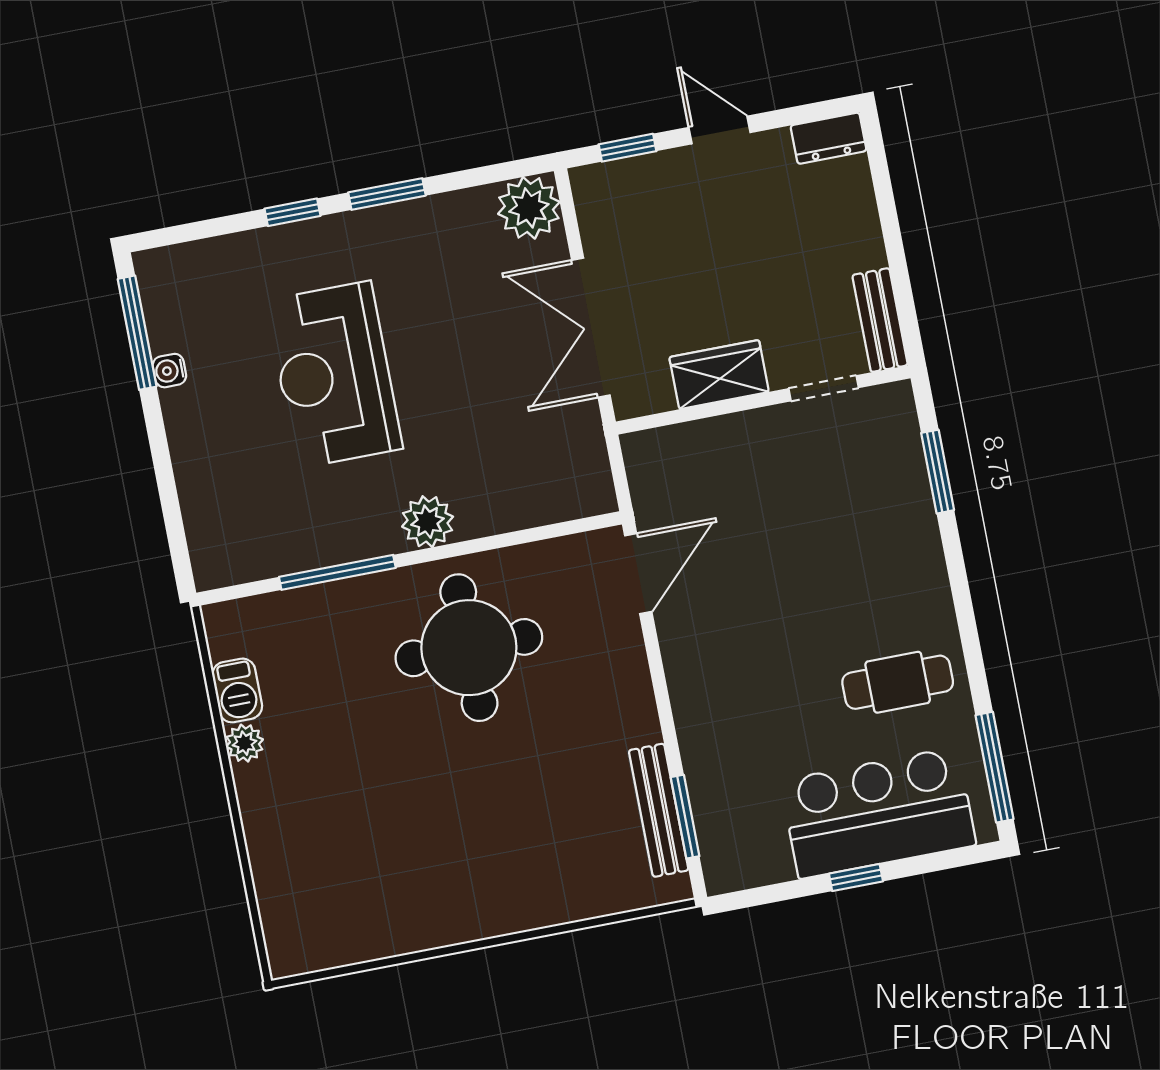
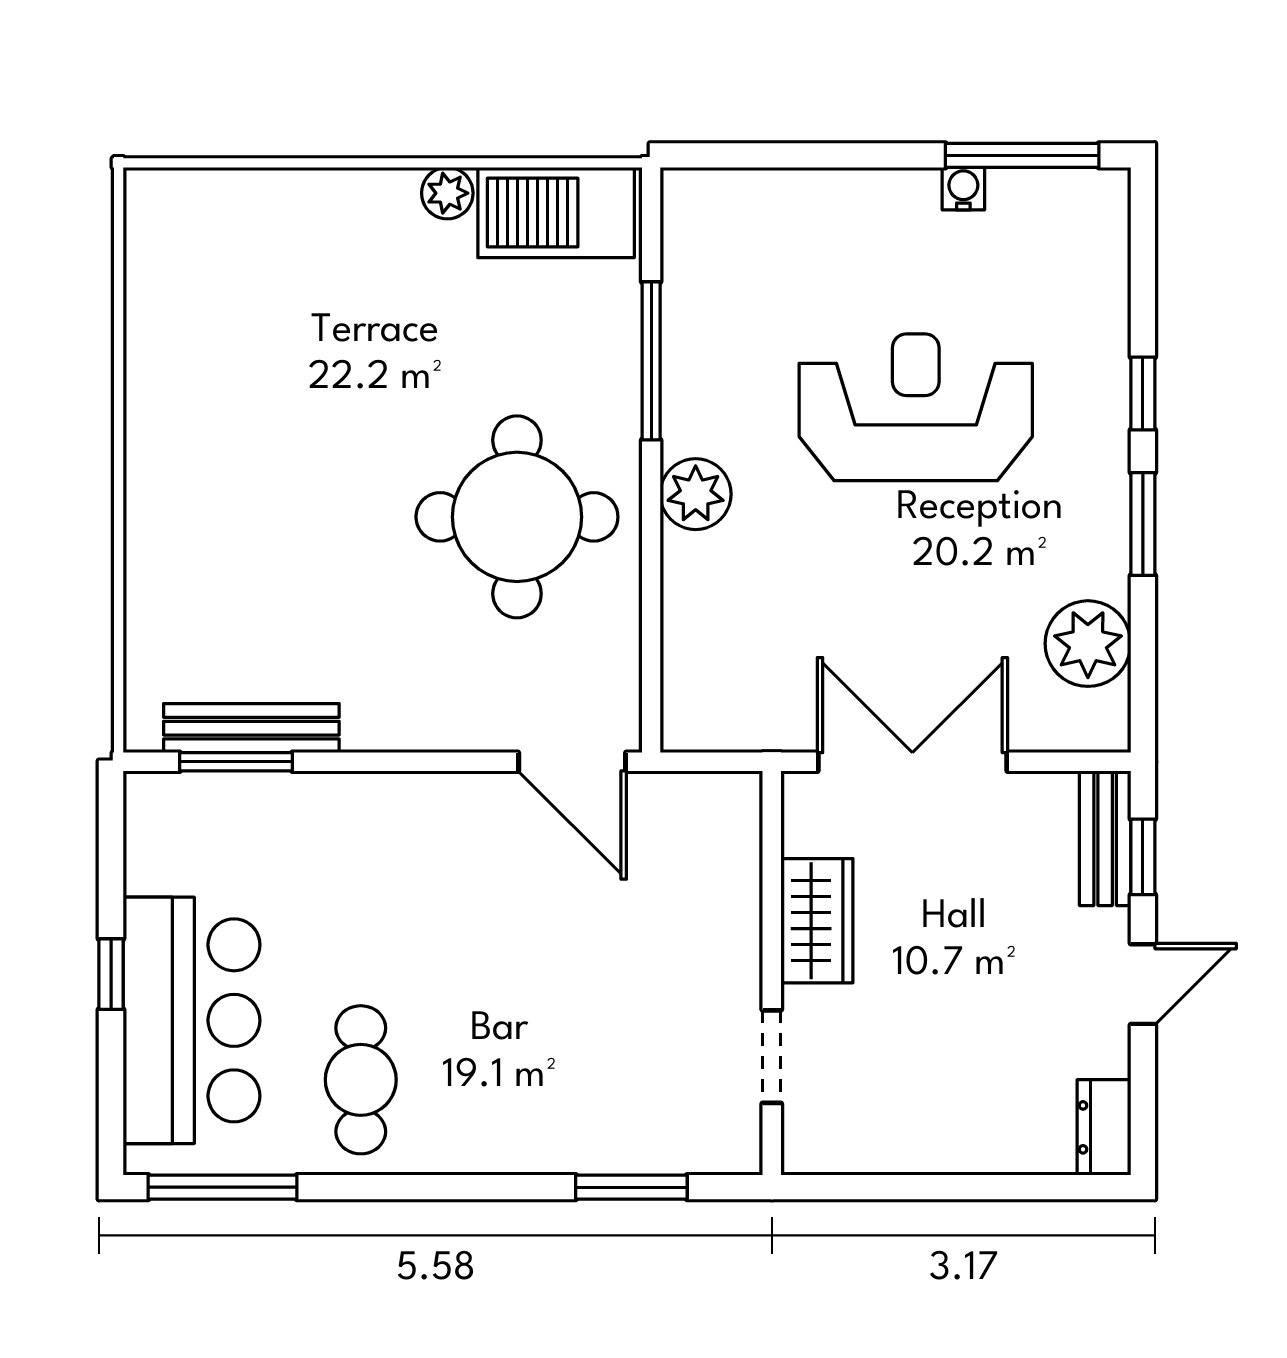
plant: (529, 208) -> (1088, 644), moved
bench: (880, 320) -> (1105, 838), moved, turned 90
barbecue: (237, 690) -> (556, 213), width x1.88, depth x1.53

